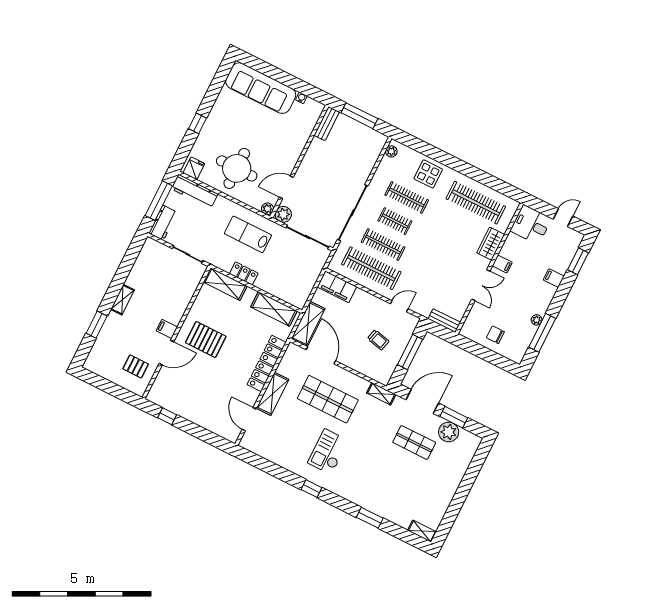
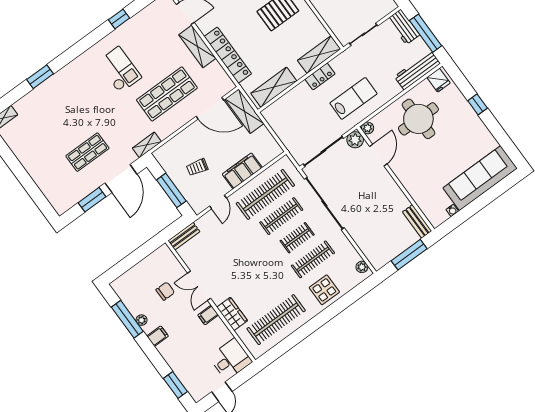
filing cabinet: (554, 278) -> (158, 336), moved
filing cabinet: (337, 287) -> (242, 171), moved
chair: (495, 335) -> (165, 291), moved
plant: (449, 432) -> (81, 188), removed
window: (311, 489) -> (119, 19), moved

